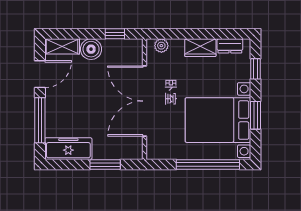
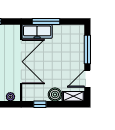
freezer: (68, 149) -> (37, 31), moved
window: (105, 164) -> (46, 21), width x1.44

